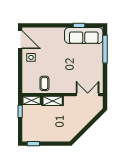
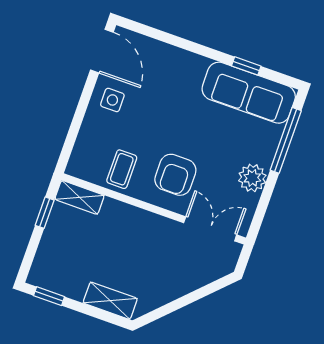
plant: (97, 69) -> (252, 178), added
armchair: (66, 78) -> (175, 175), added
shelving: (53, 101) -> (110, 301), moved

